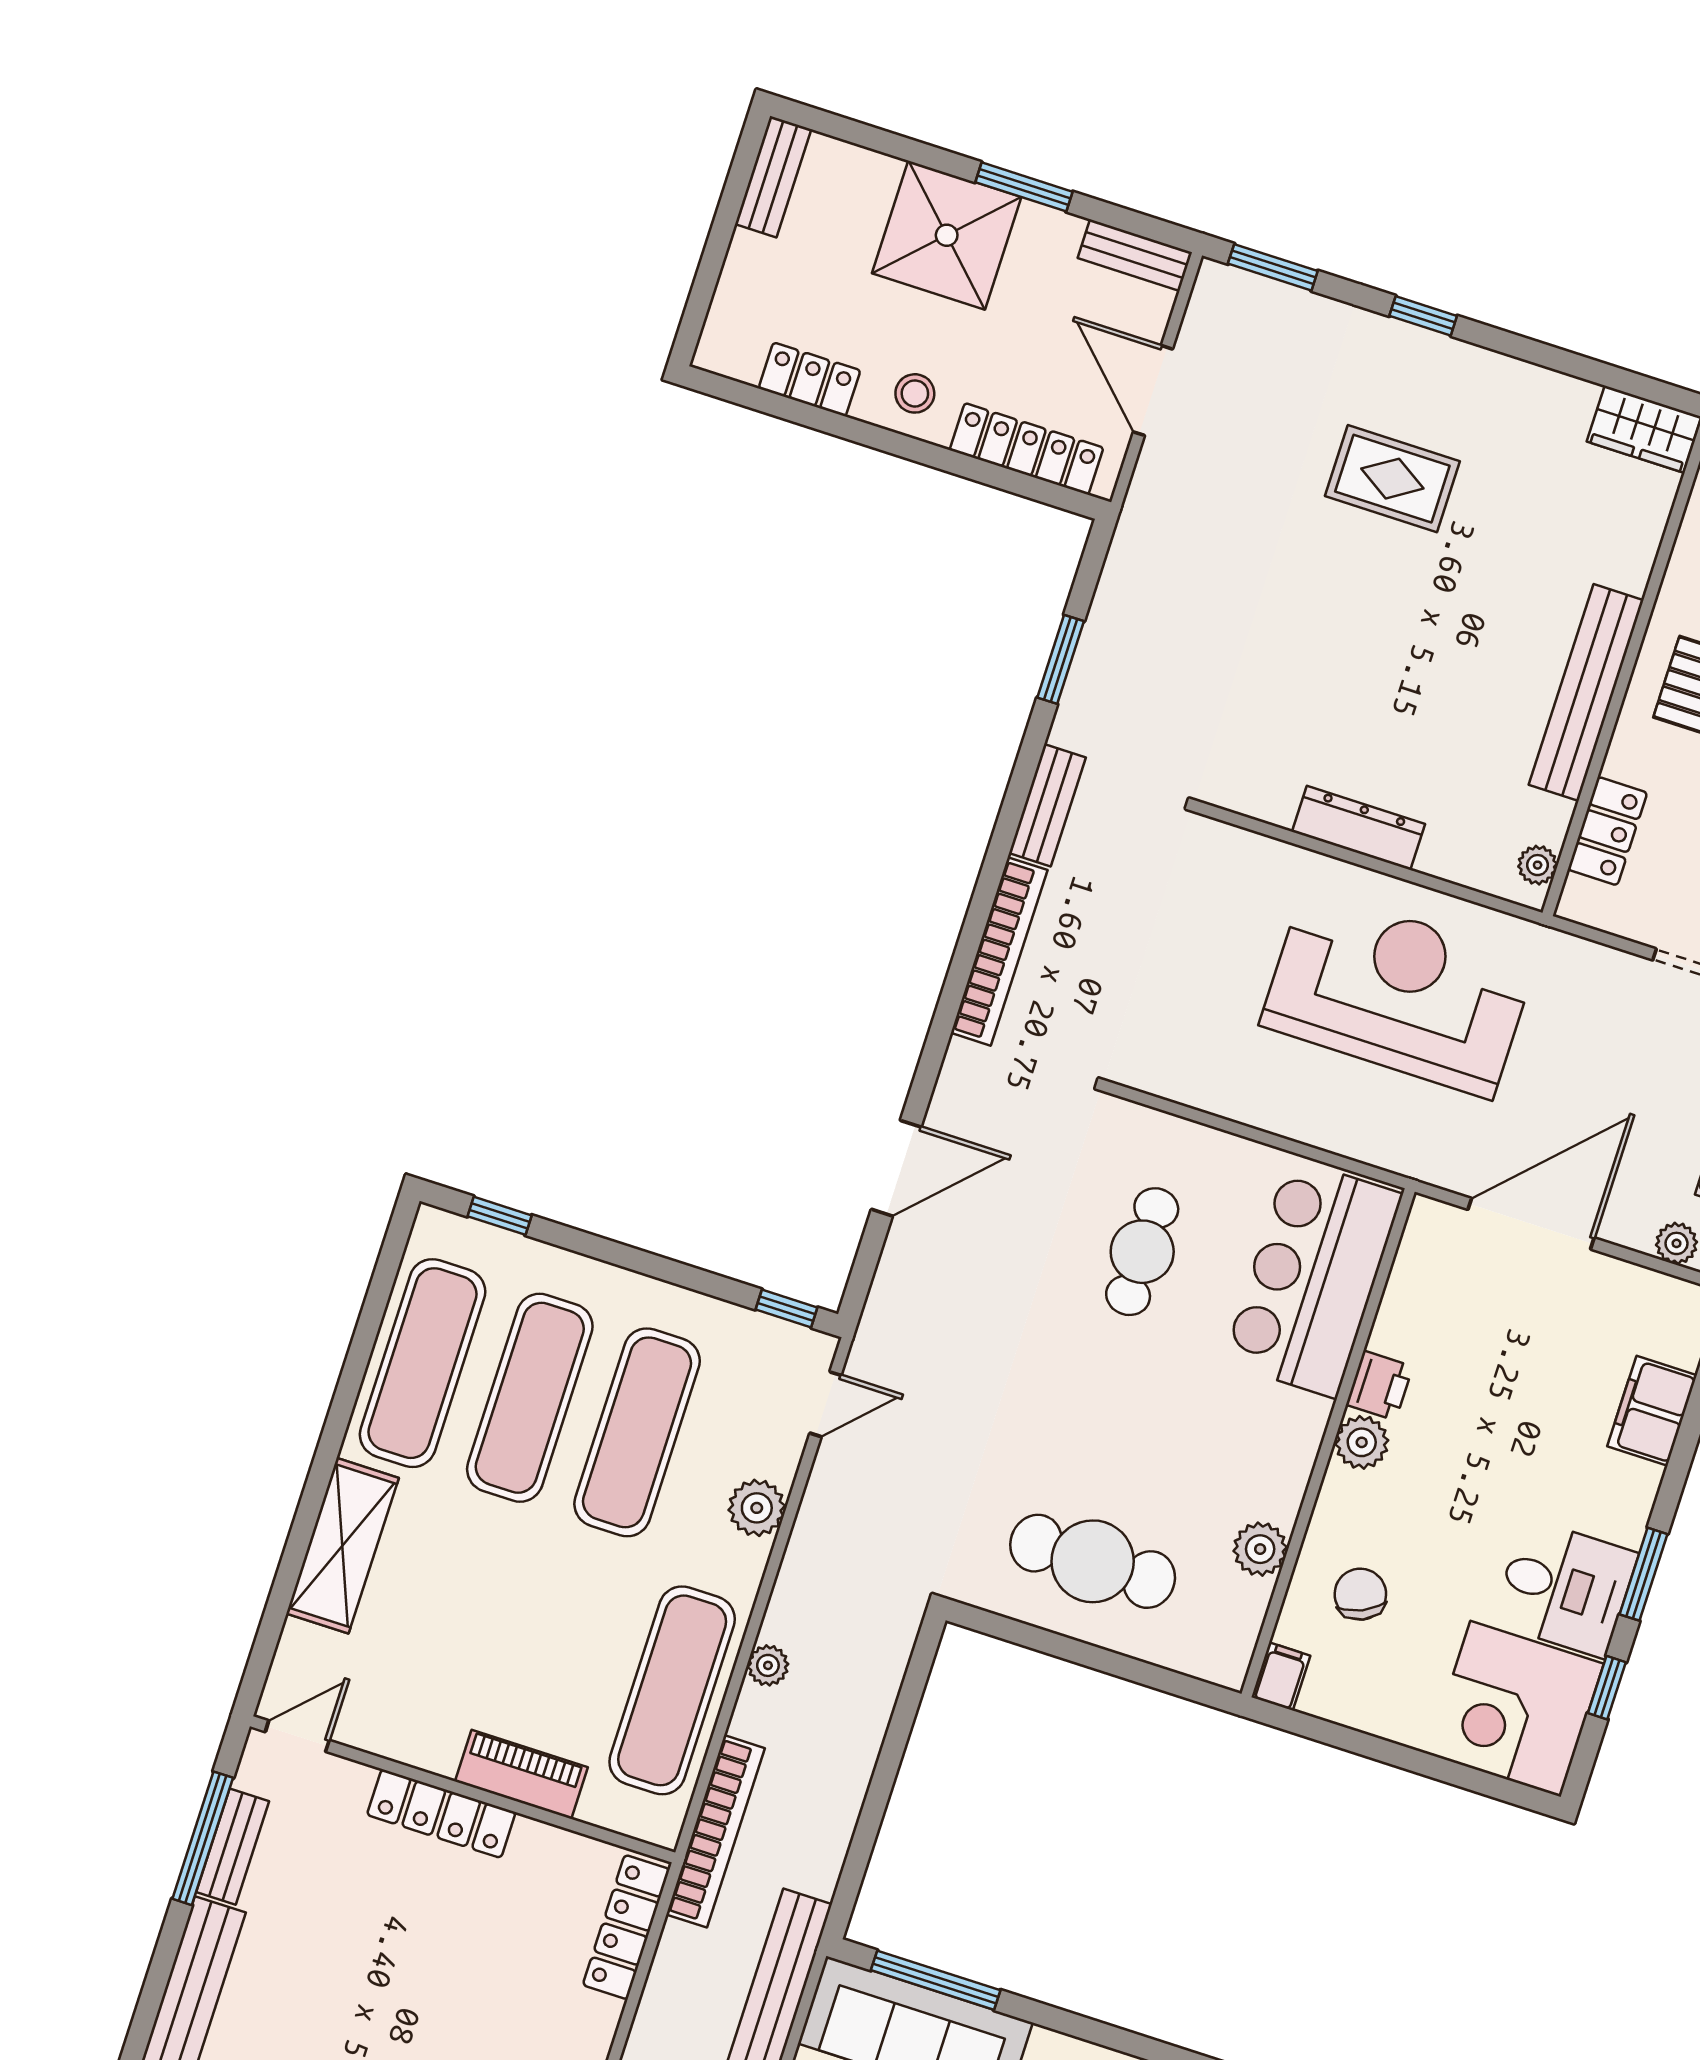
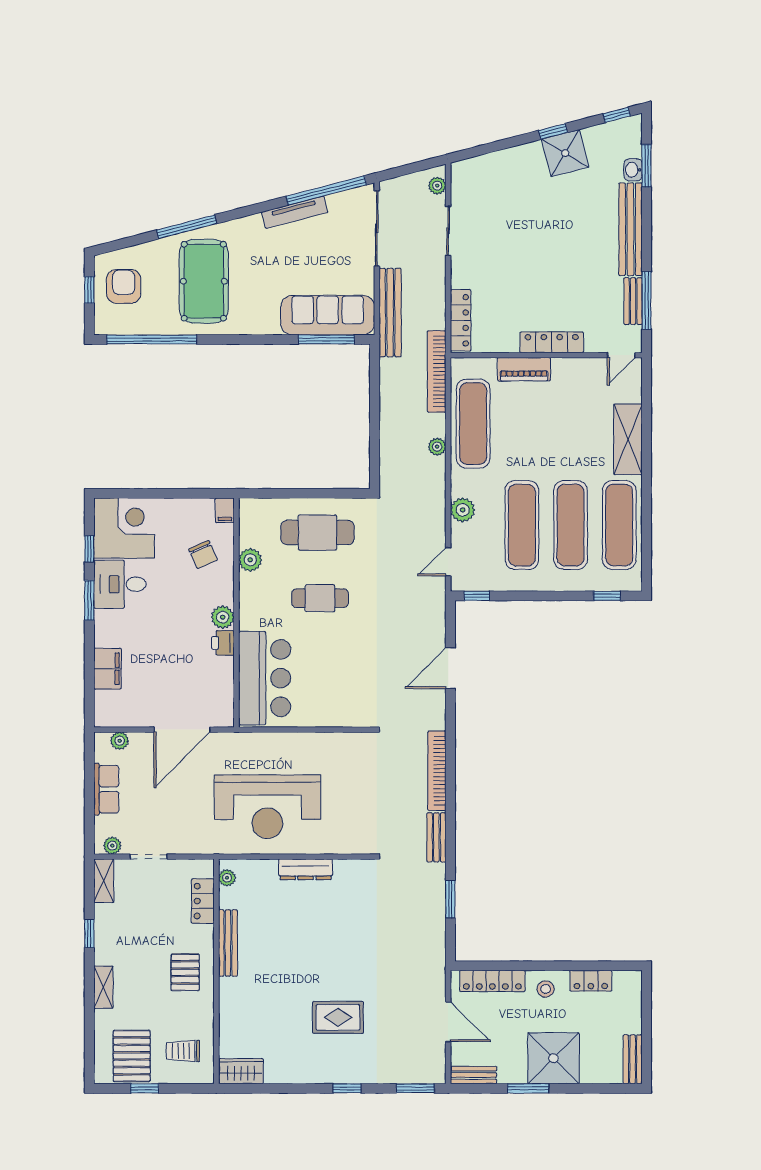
bench: (1586, 692) -> (228, 943), width x0.73, depth x0.82
cafe table: (1142, 1252) -> (320, 598), moved, turned 90

